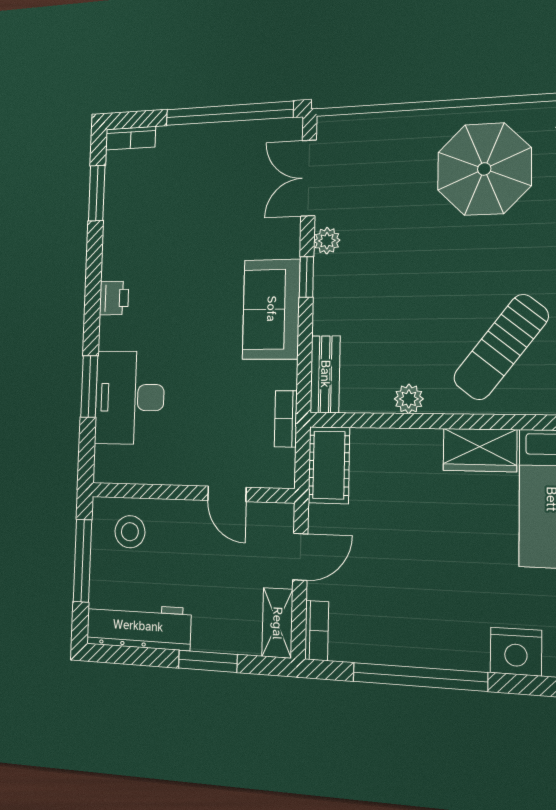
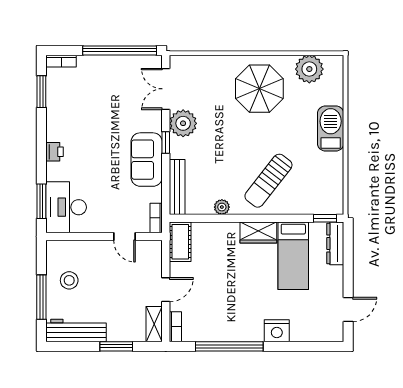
plant: (327, 241) -> (183, 123), width x1.88, depth x1.88
bench: (325, 374) -> (177, 187), width x1.36
wall: (191, 493) -> (104, 237), moved
door: (227, 494) -> (124, 237), moved

